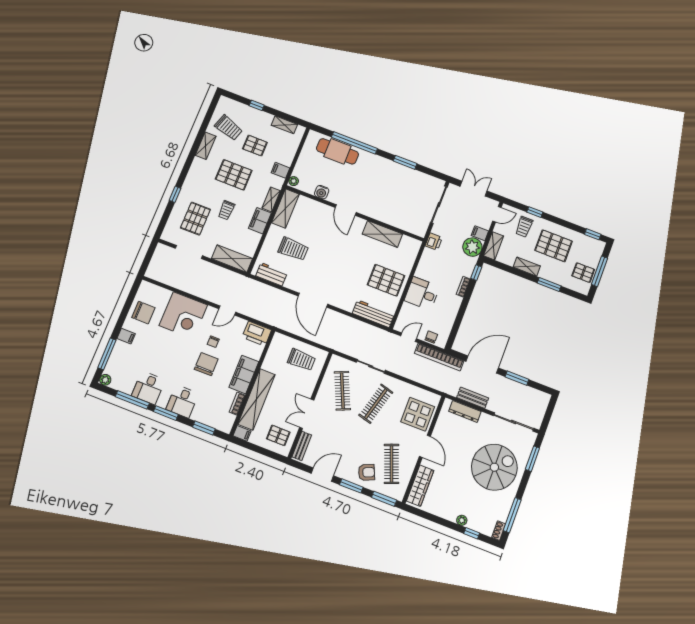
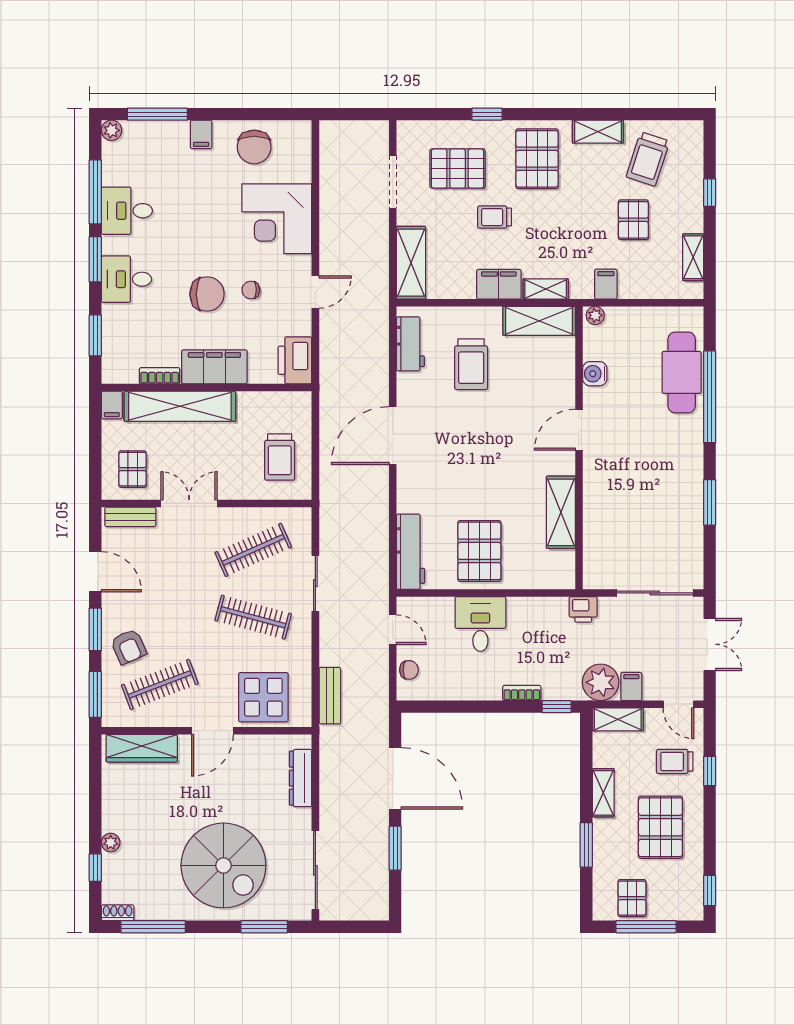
pallet: (234, 175) -> (537, 159), moved
door: (227, 310) -> (315, 292), swing flipped
bookcase: (439, 357) -> (379, 697), removed
bench: (473, 398) -> (330, 696), moved

